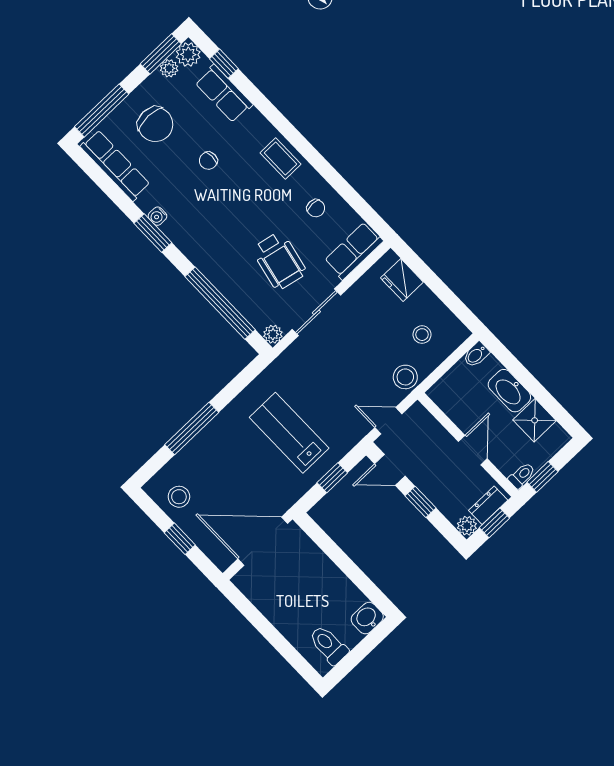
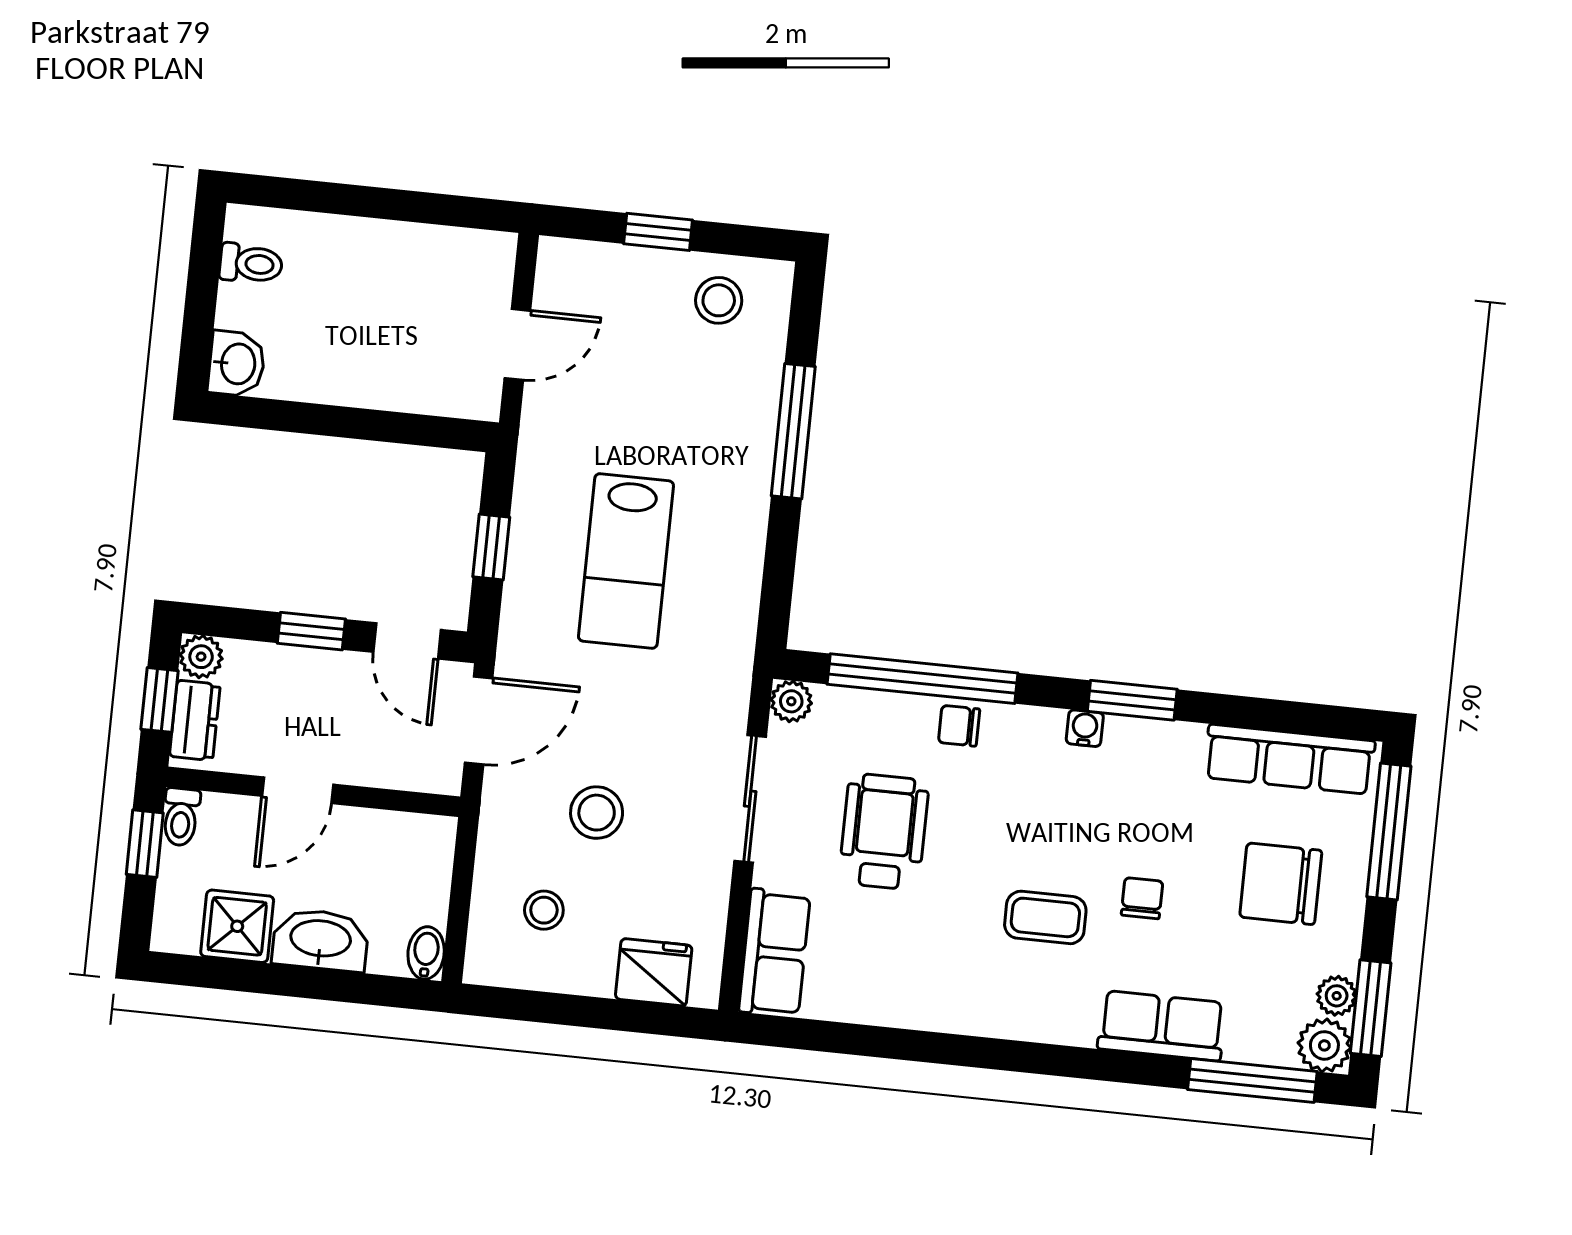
window: (224, 64) -> (1252, 1080), width x2.17
row of seats: (224, 94) -> (1162, 1026), moved
coffee table: (280, 159) -> (1045, 917), moved
chair: (316, 208) -> (959, 726), moved
water cooler: (157, 216) -> (1085, 728), moved
wheelchair: (279, 261) -> (884, 832), turned 78
stool: (405, 377) -> (597, 813), moved
door: (388, 421) -> (479, 720), width x1.38
lab bench: (289, 433) -> (626, 561), turned 90
door: (473, 450) -> (298, 790), hinge flipped
door: (390, 470) -> (407, 641), swing flipped
door: (263, 541) -> (517, 344), width x0.53
toilet: (329, 645) -> (251, 264), width x0.73, depth x0.72

